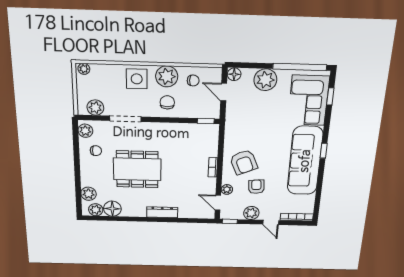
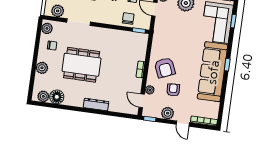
chair: (167, 102) -> (128, 18), moved
plant: (89, 194) -> (42, 68), moved

